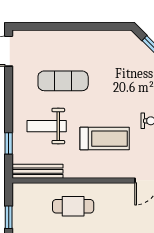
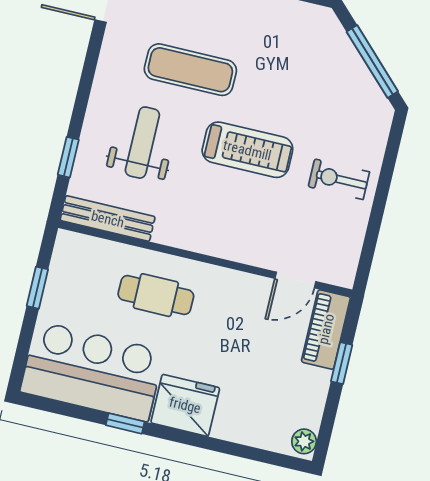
weight bench: (47, 126) -> (142, 143), turned 90
treadmill: (105, 139) -> (247, 150), moved

